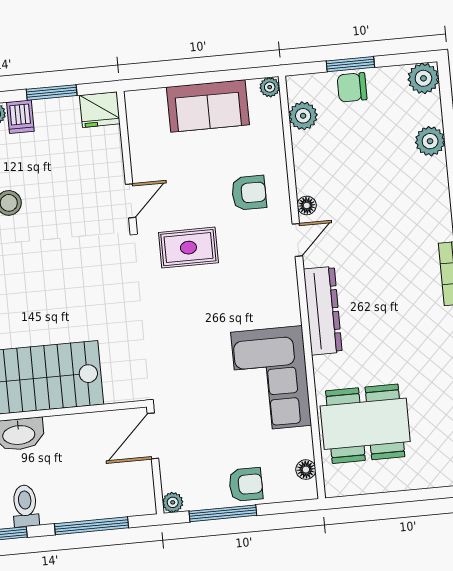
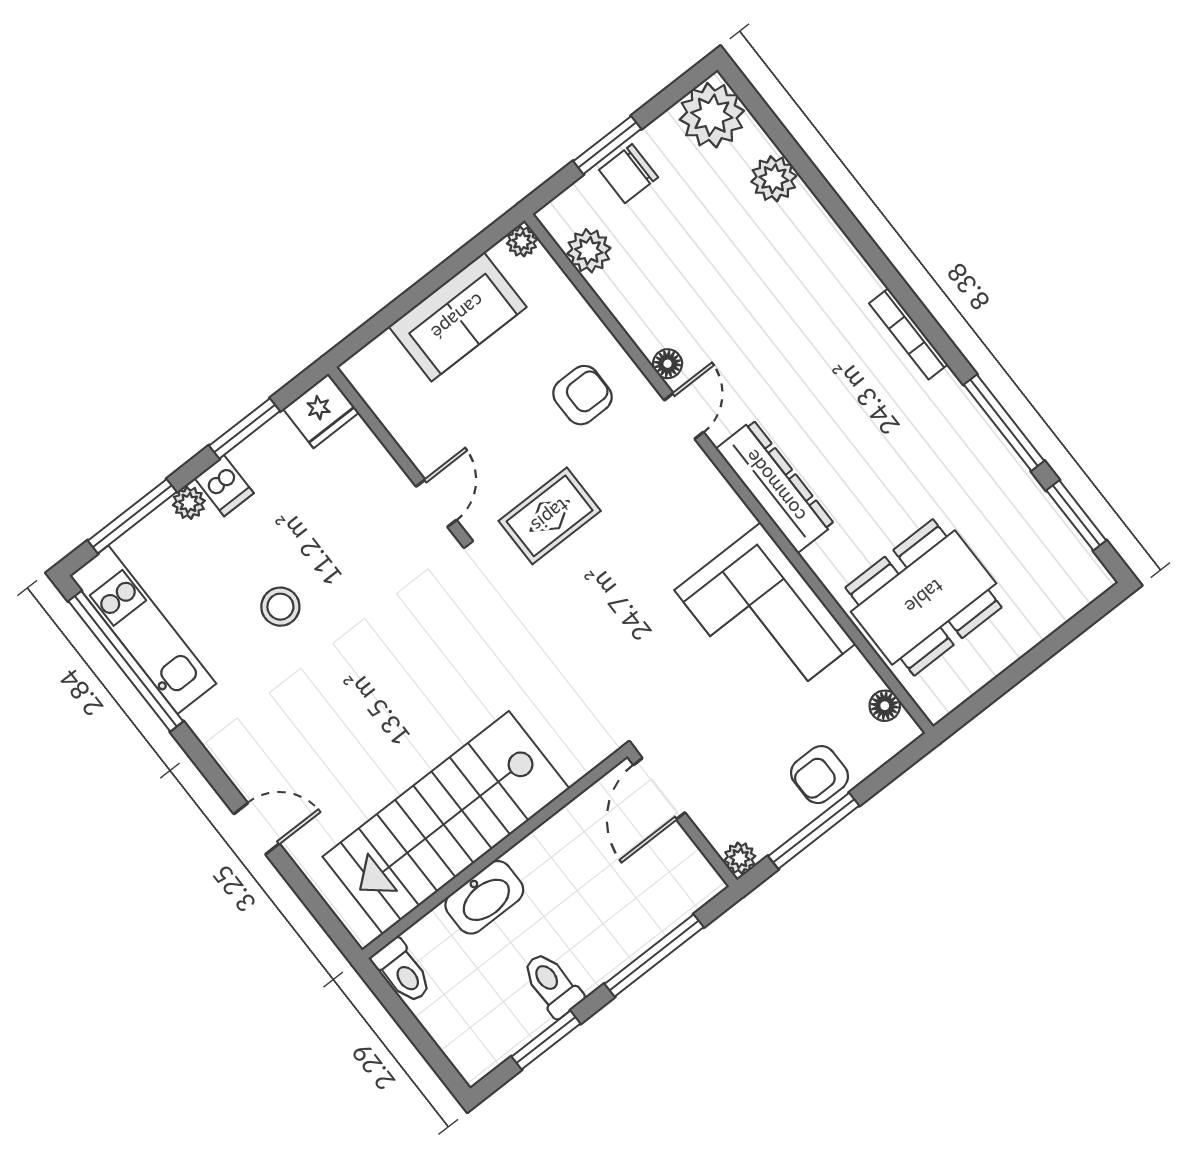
plant: (423, 78) -> (712, 115), width x1.36, depth x1.36
armchair: (246, 484) -> (820, 775), turned 180

